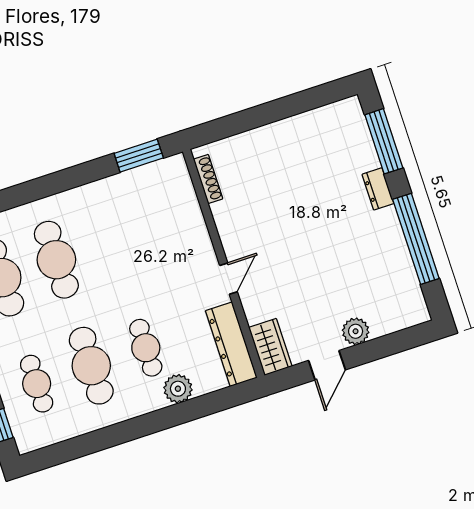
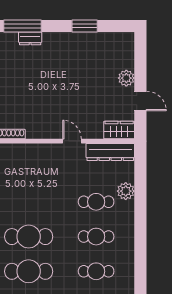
dresser: (378, 189) -> (30, 38), moved
window: (416, 239) -> (85, 26), width x0.47
cafe table: (91, 366) -> (96, 237), width x0.73, depth x0.74

